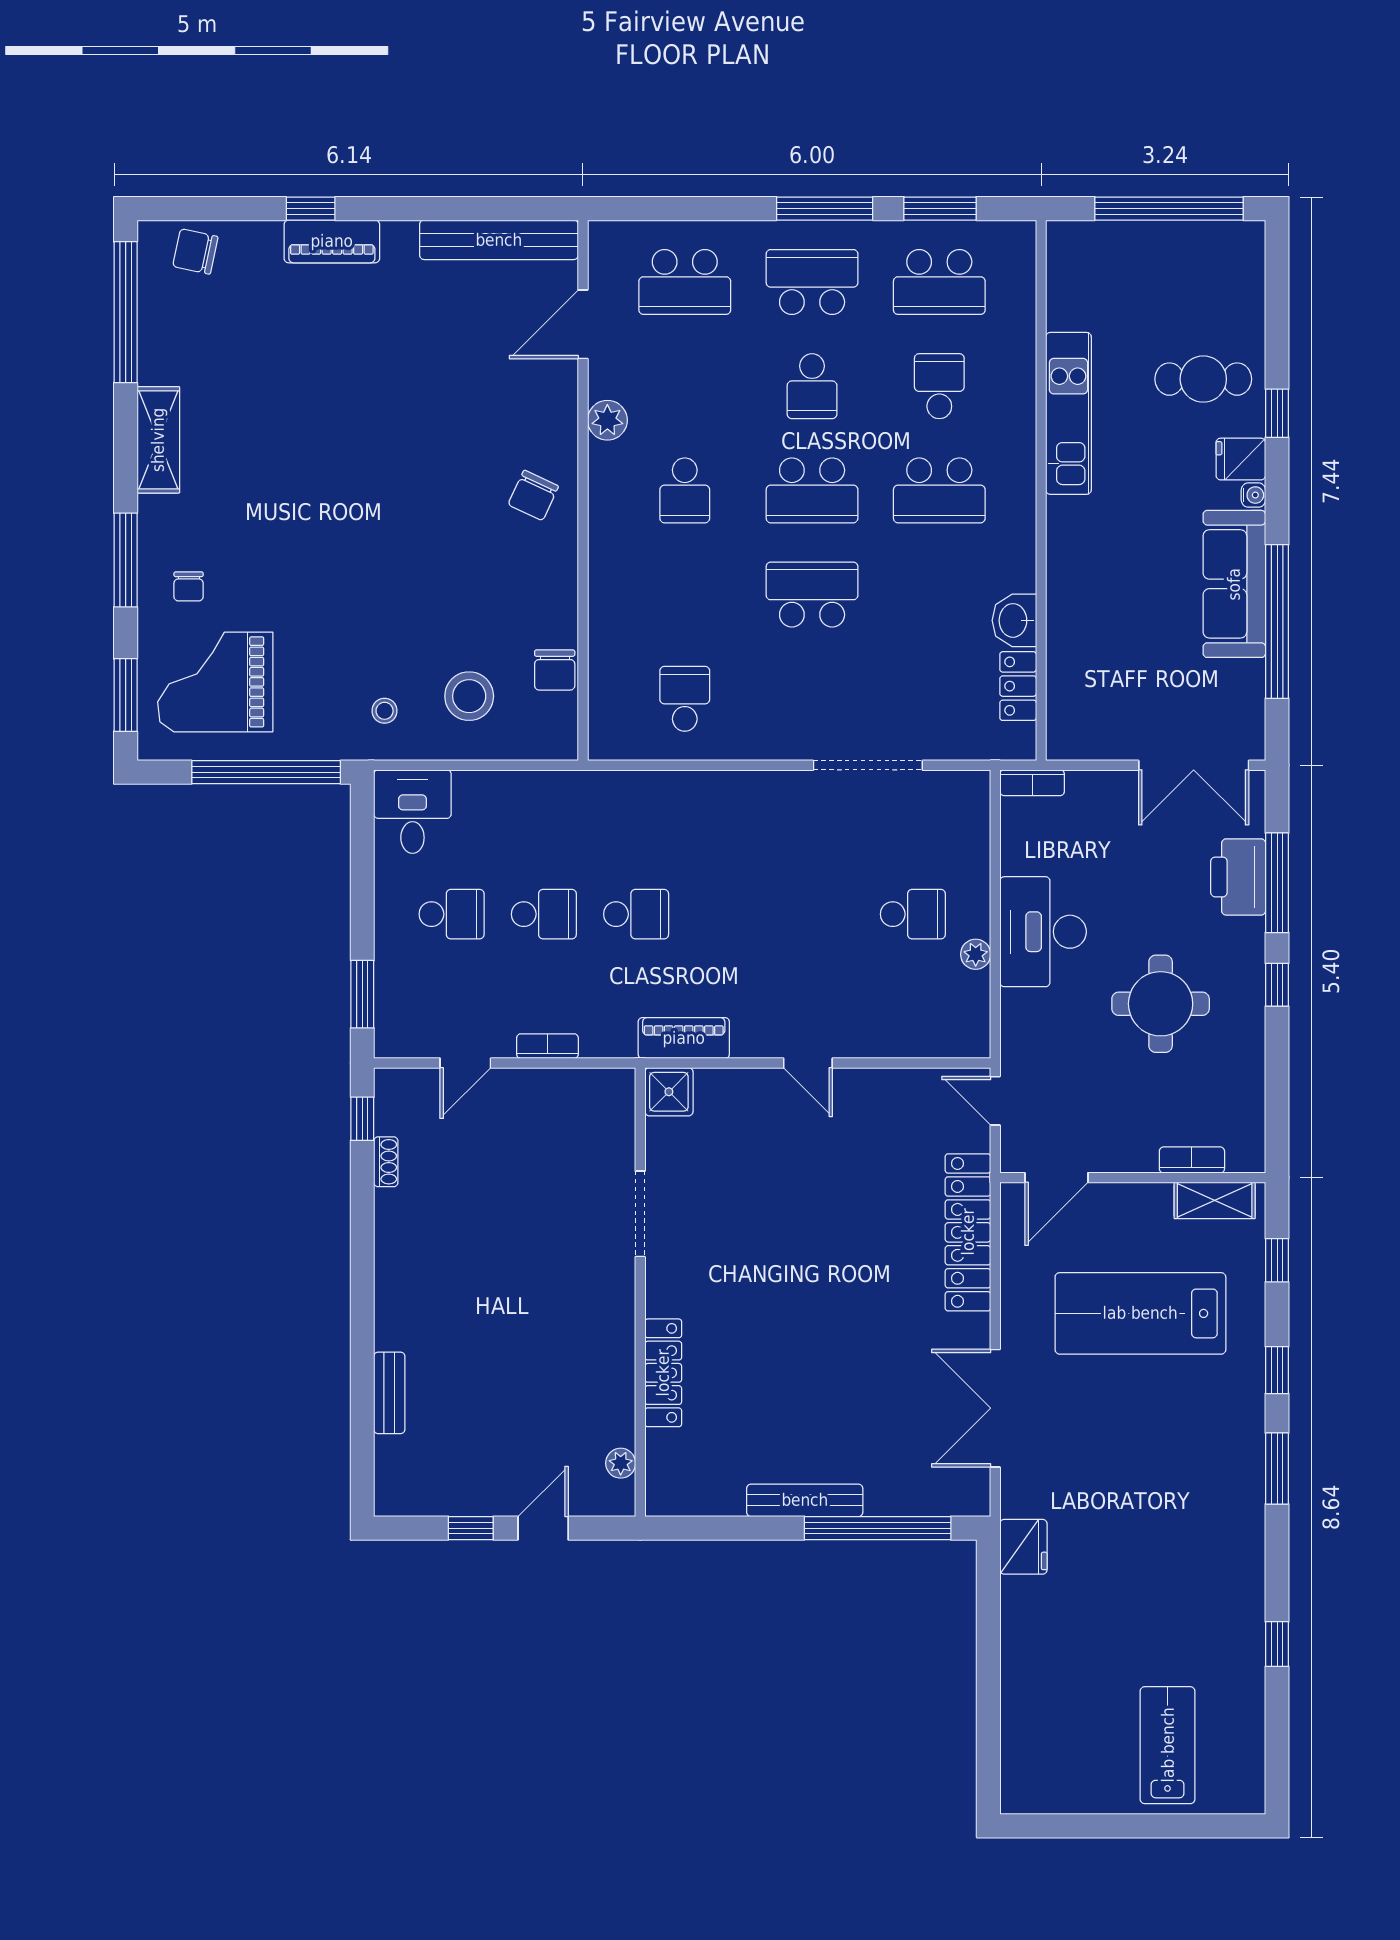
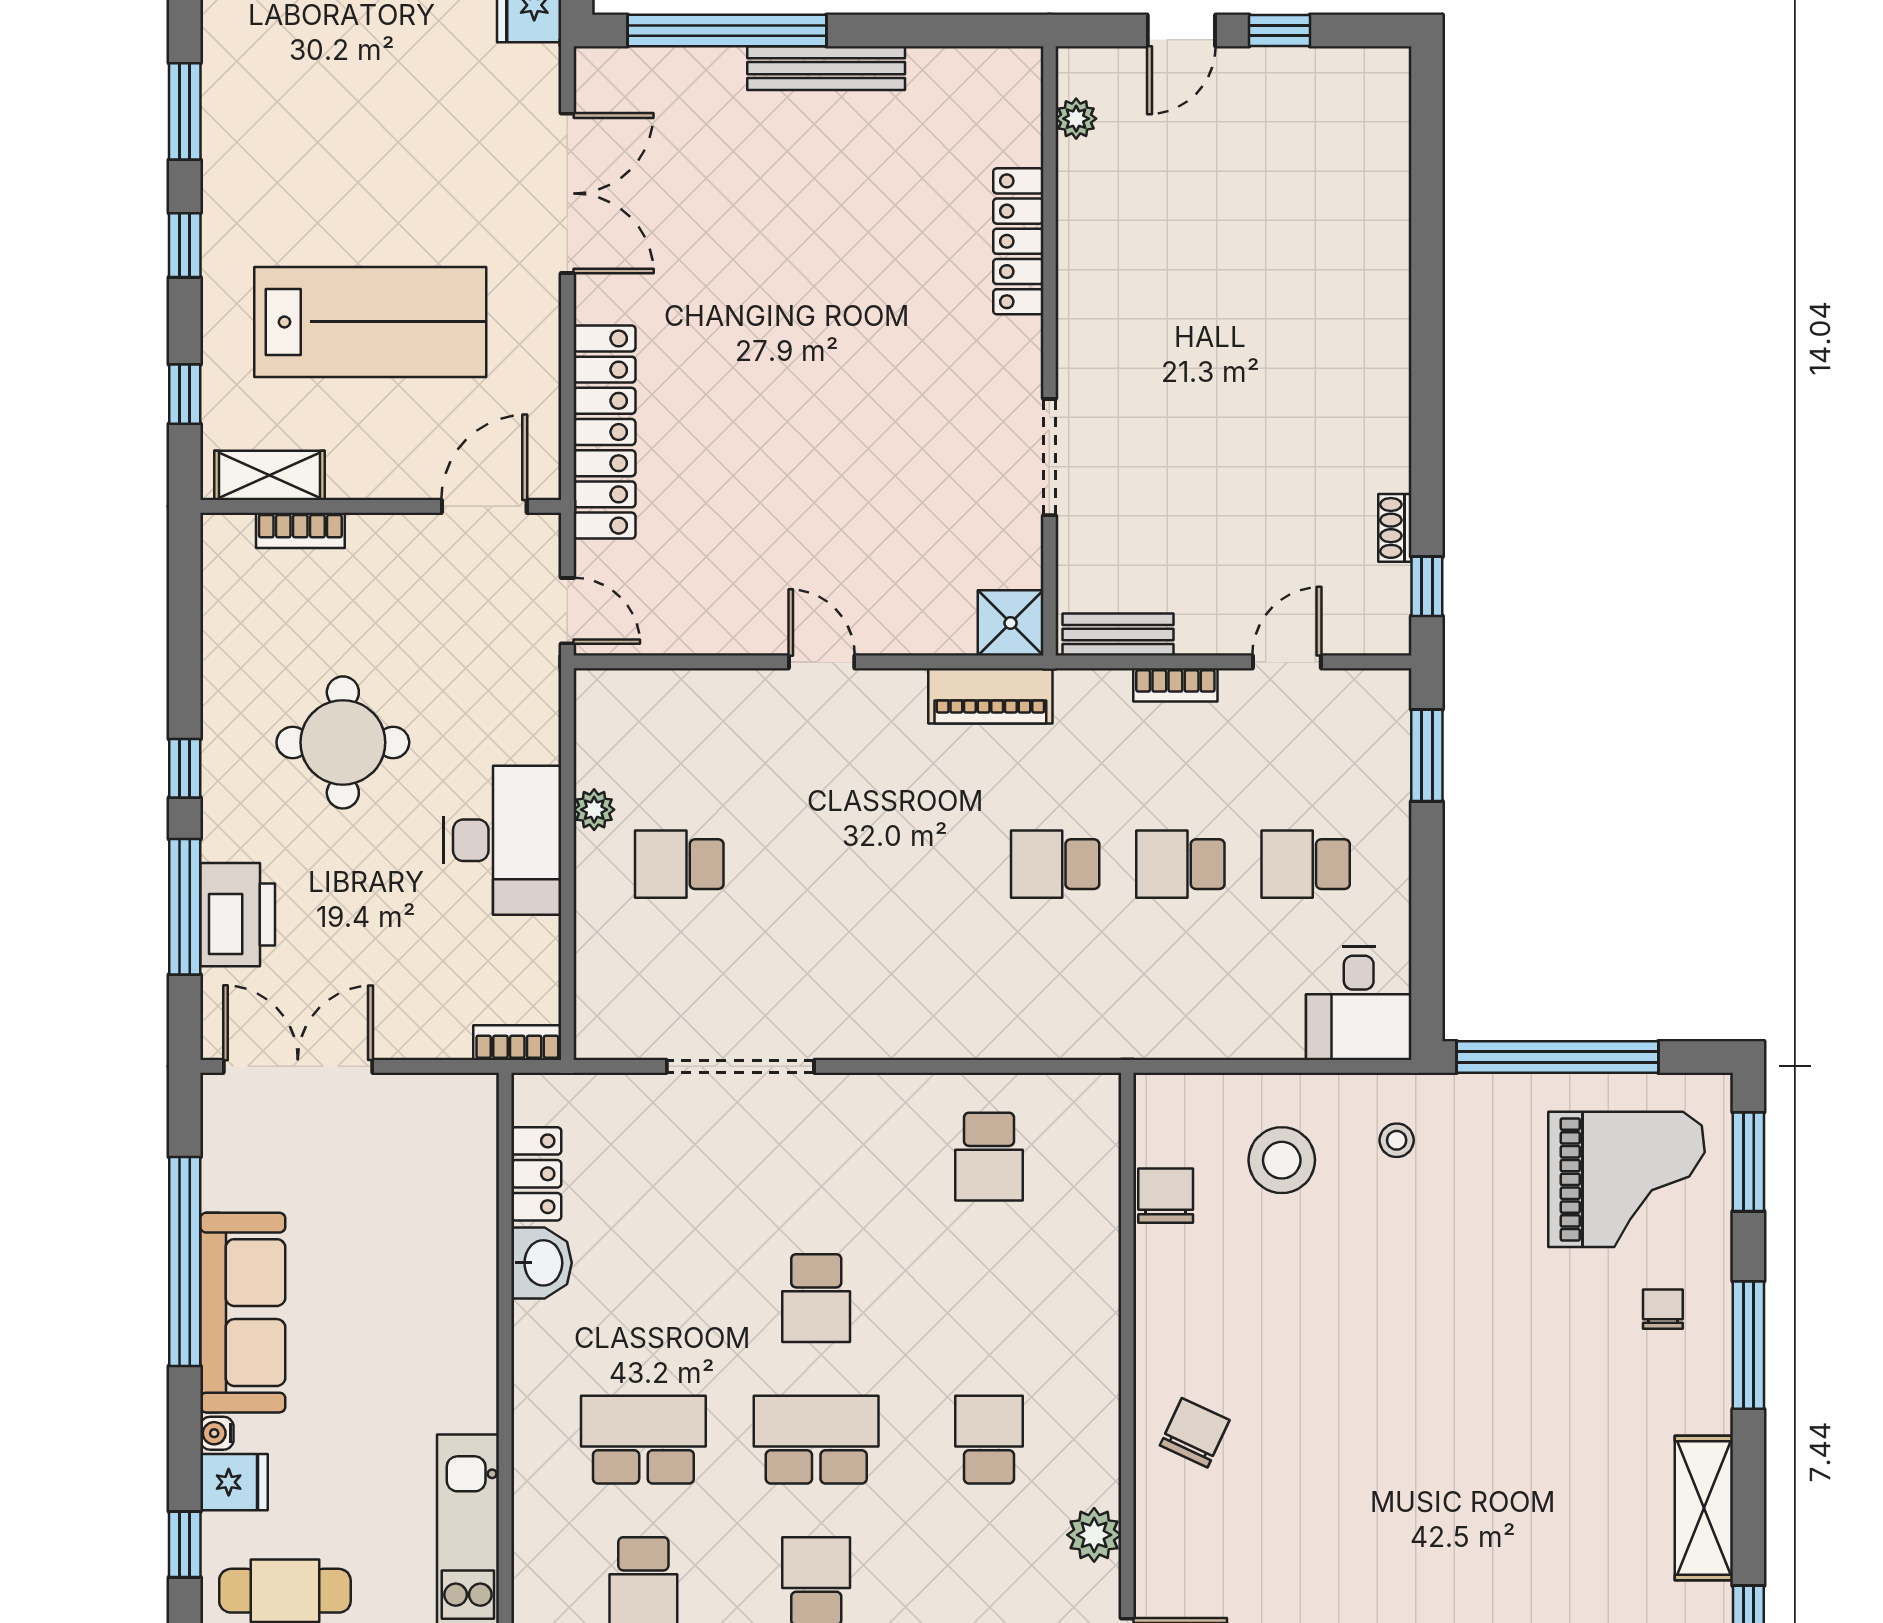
school desk: (812, 595) -> (816, 1298), width x0.54
bench: (389, 1393) -> (1118, 635), moved, turned 90

